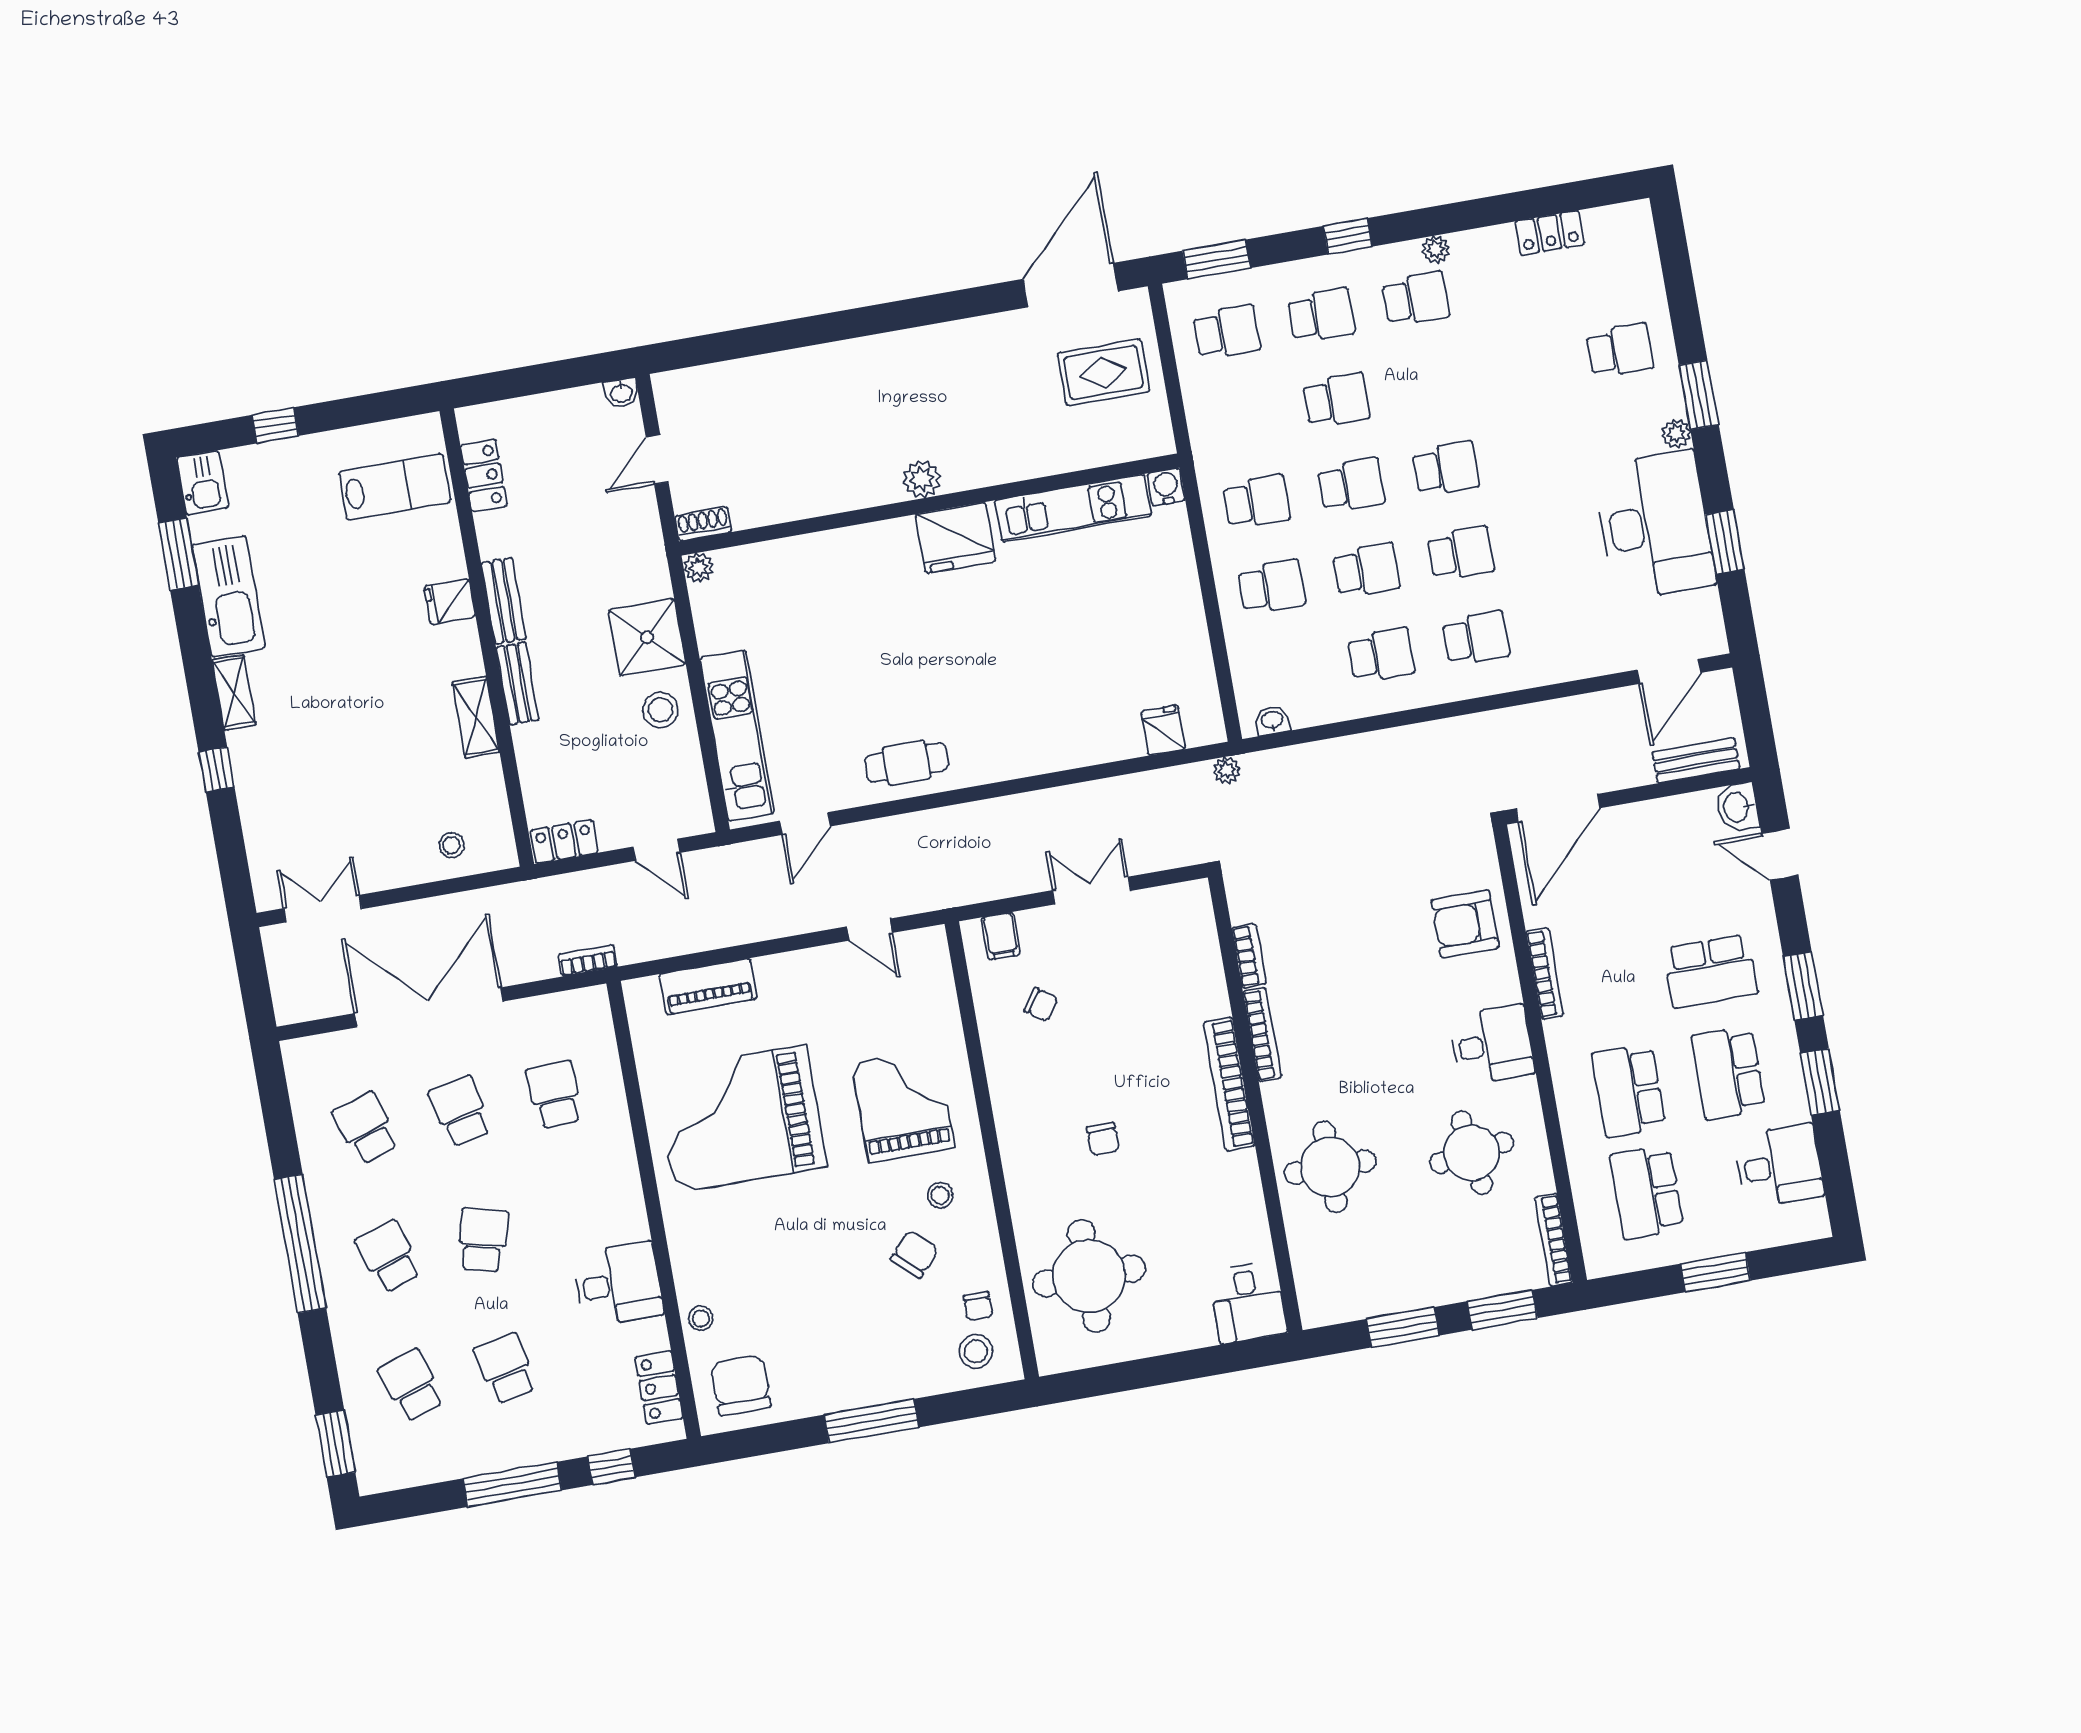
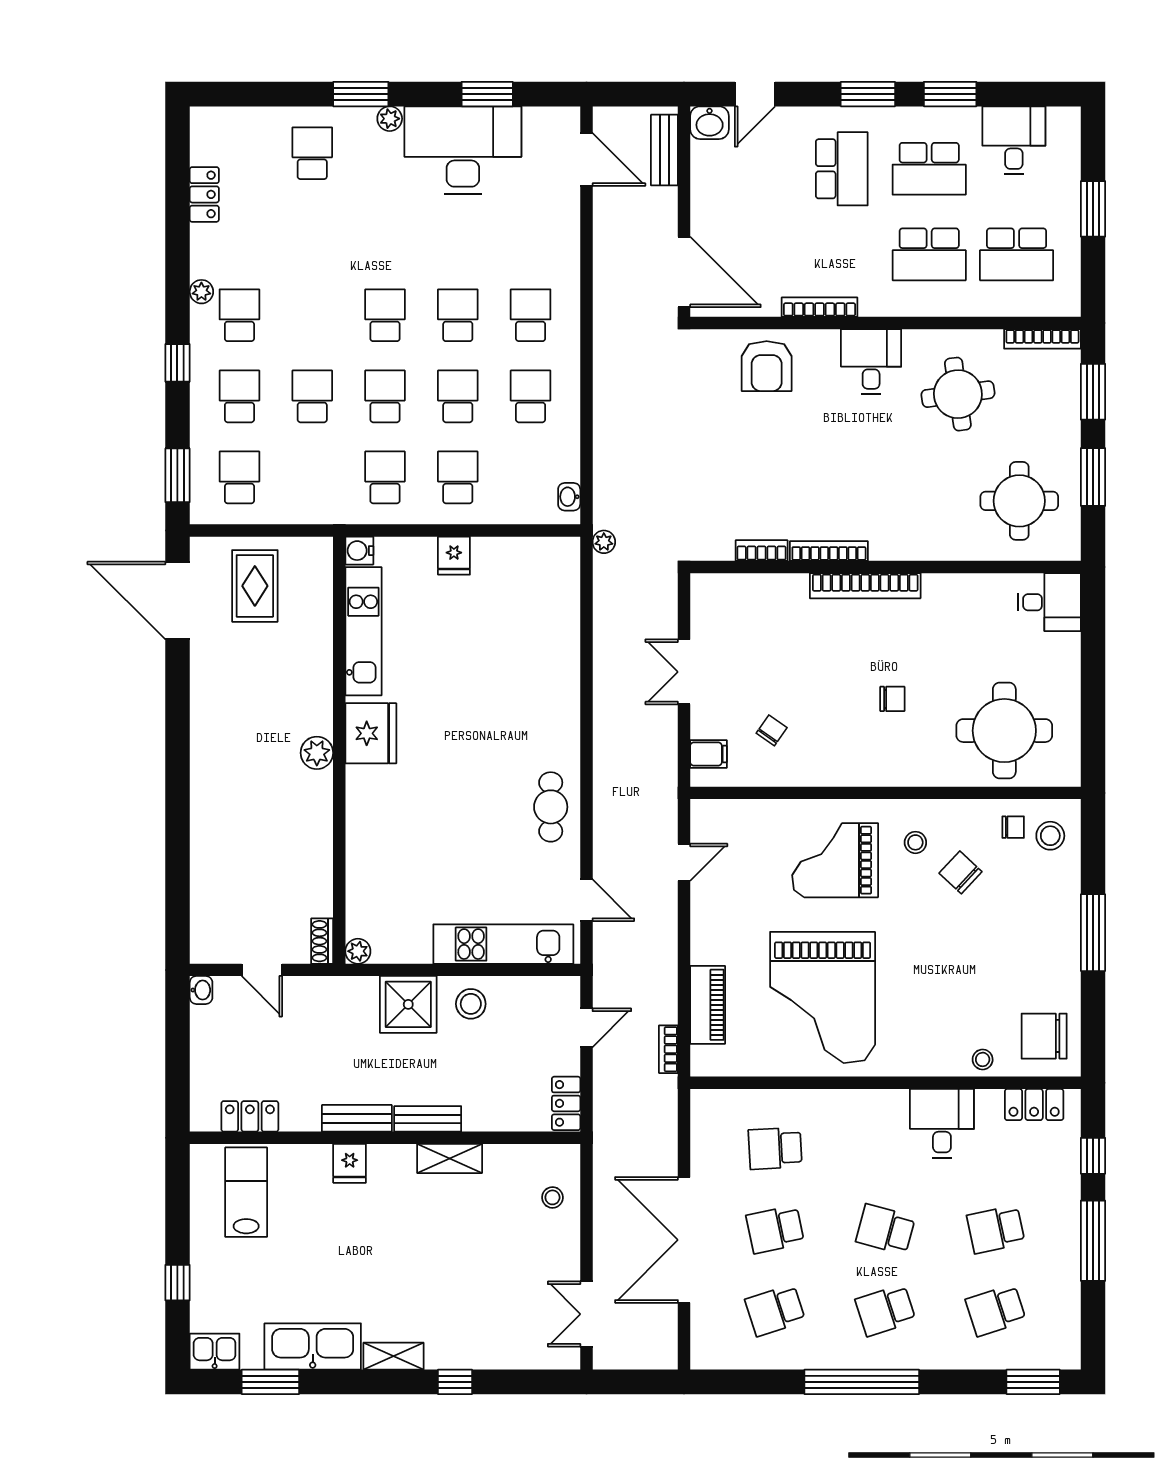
fridge: (1163, 730) -> (454, 556), moved, turned -90
bookcase: (588, 961) -> (668, 1049), moved
round table: (1330, 1167) -> (1019, 501), moved

